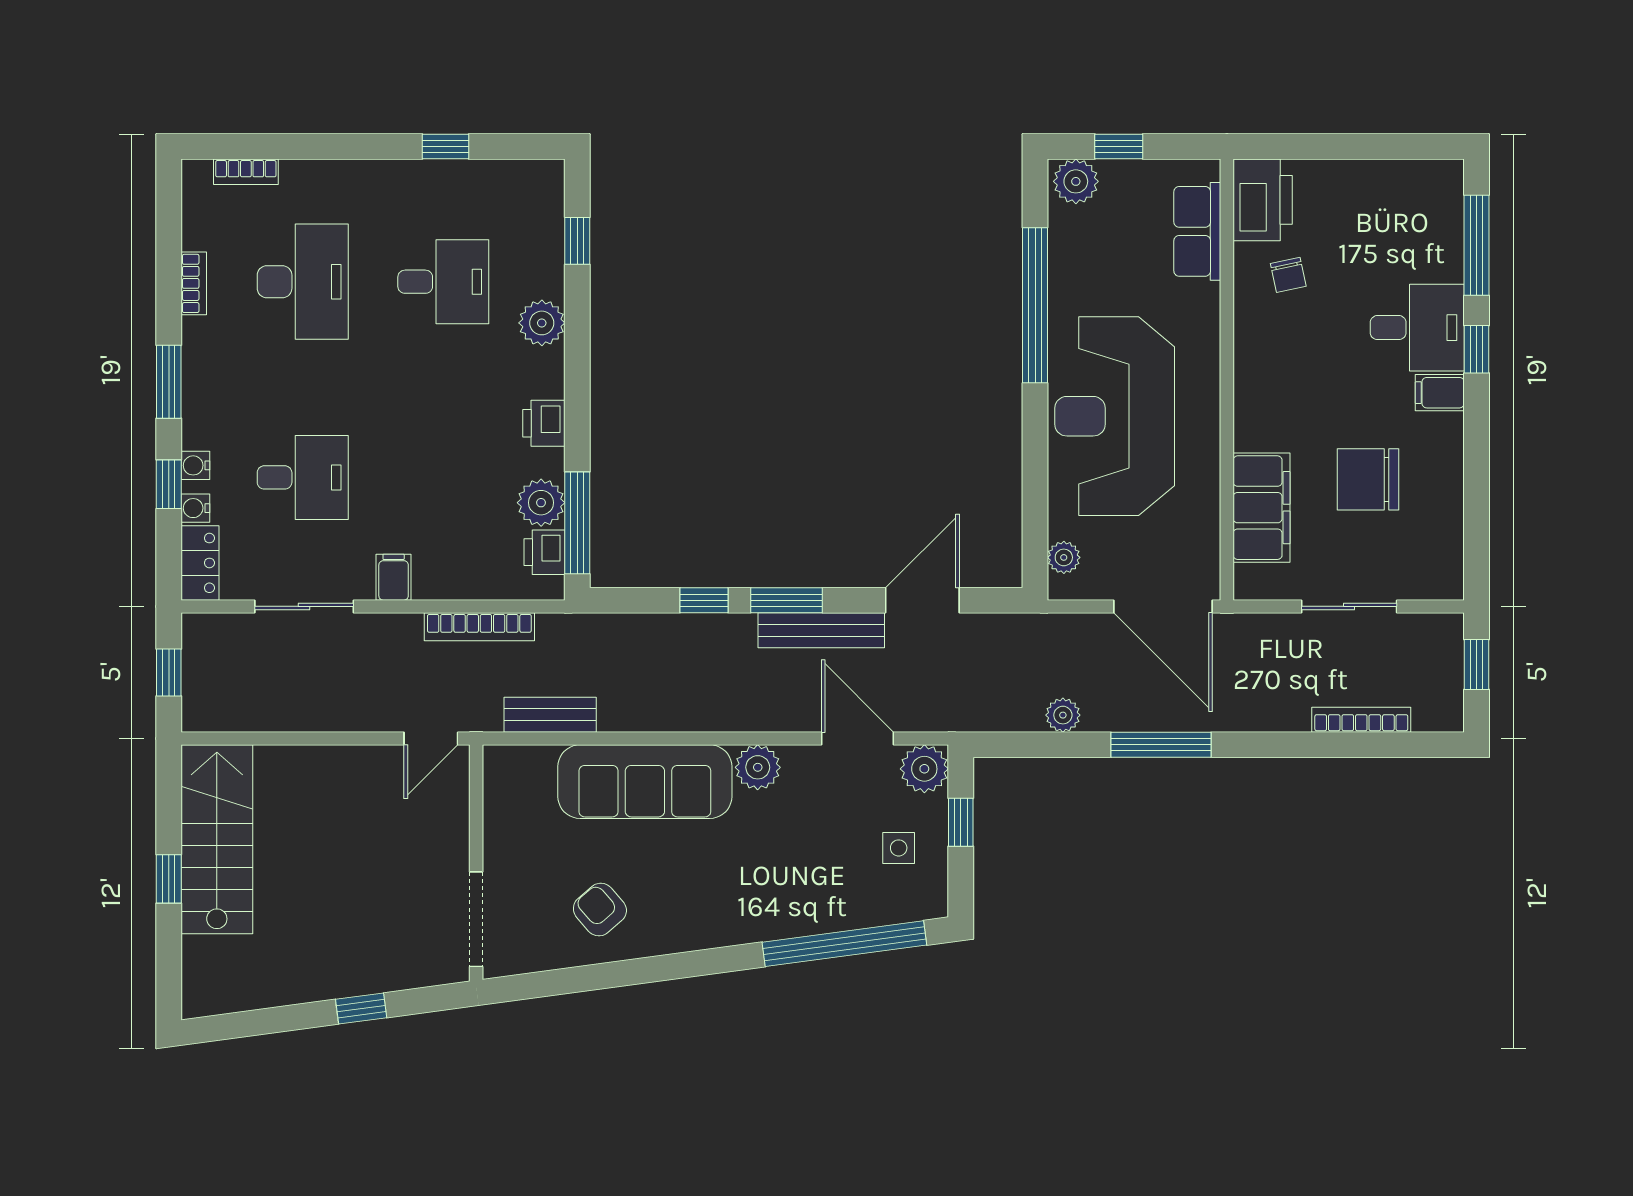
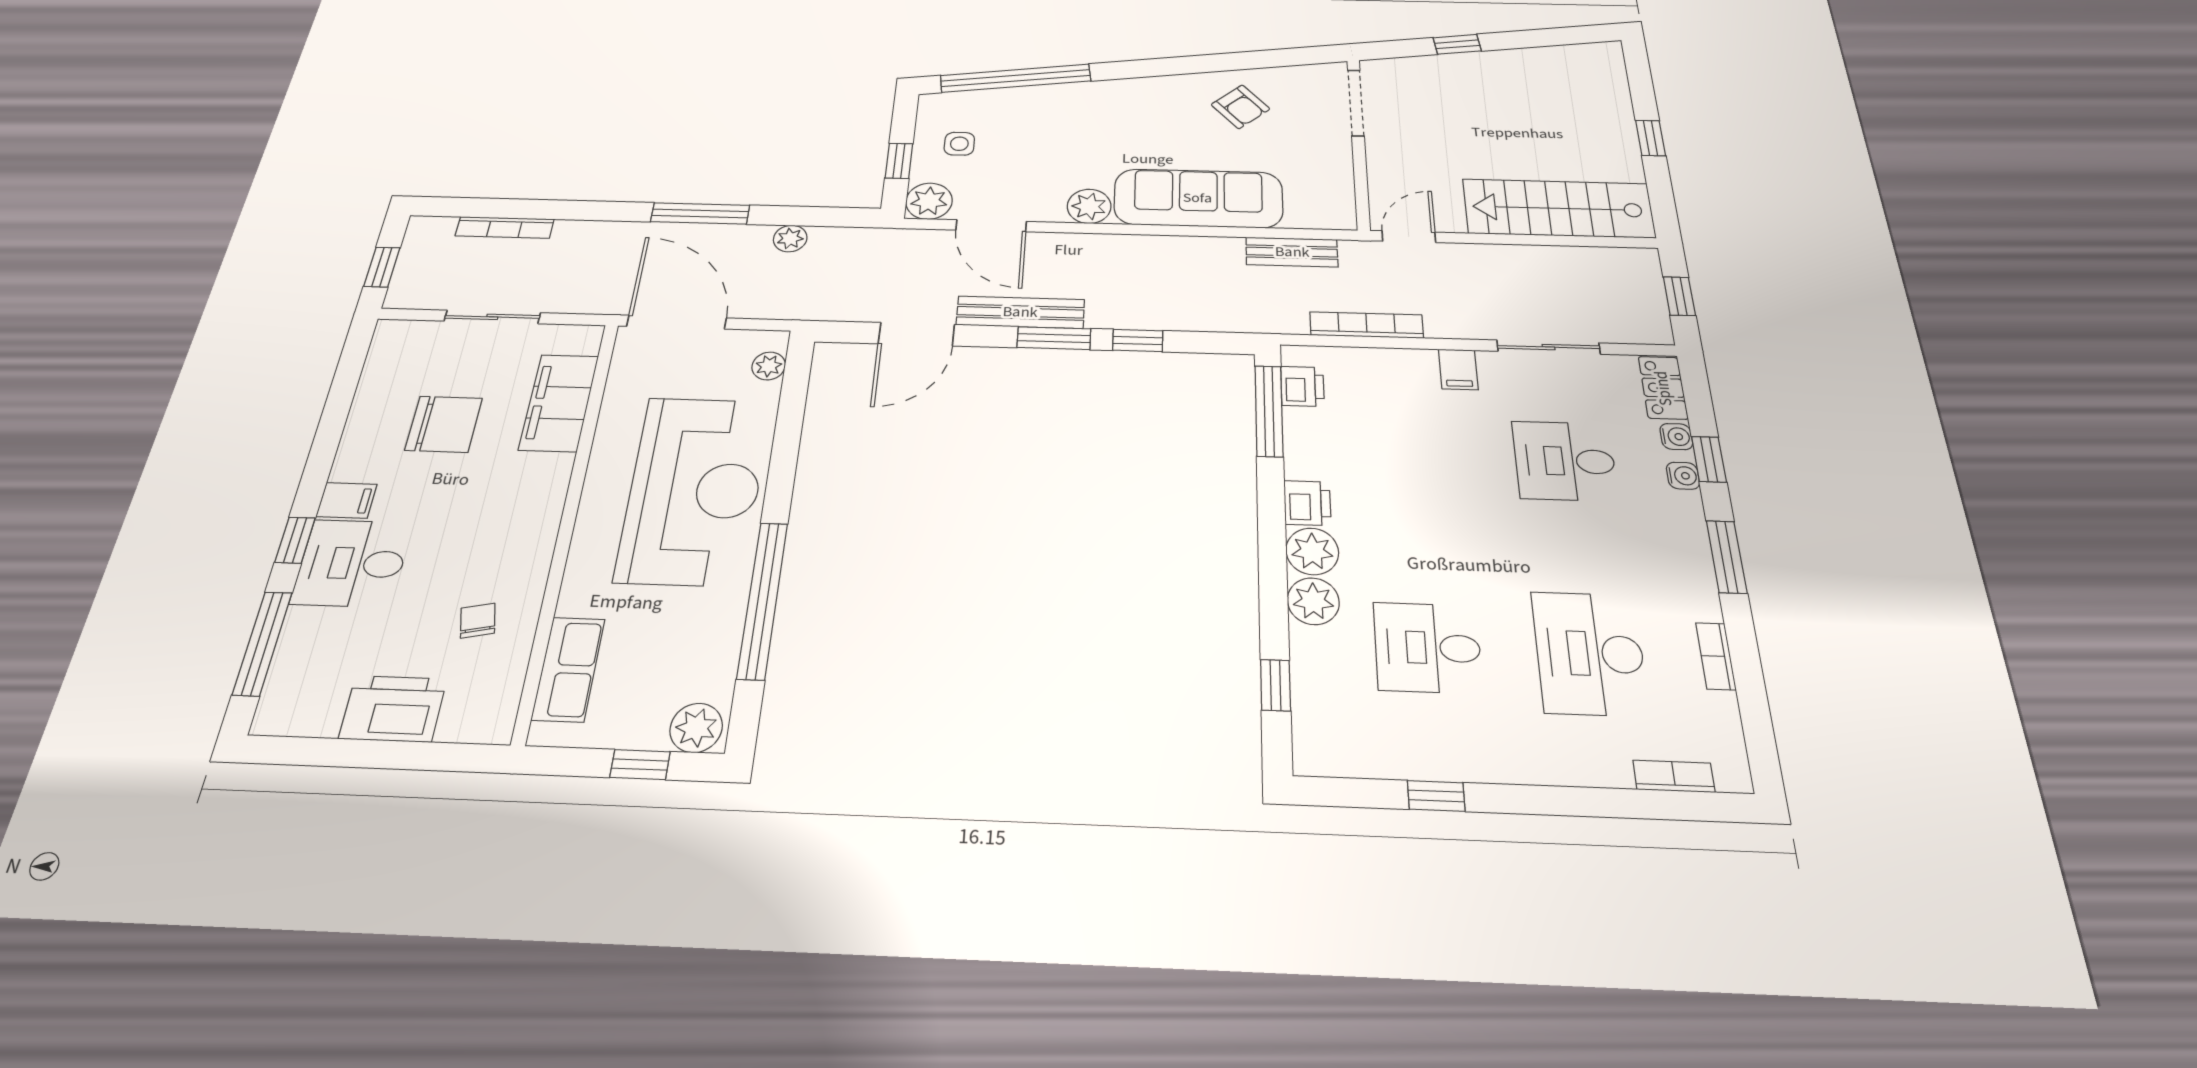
printer: (1263, 200) -> (393, 709), moved, turned 90
plant: (541, 503) -> (1312, 551), moved
stairs: (217, 839) -> (1558, 208), moved, turned 90

